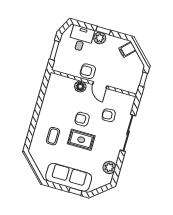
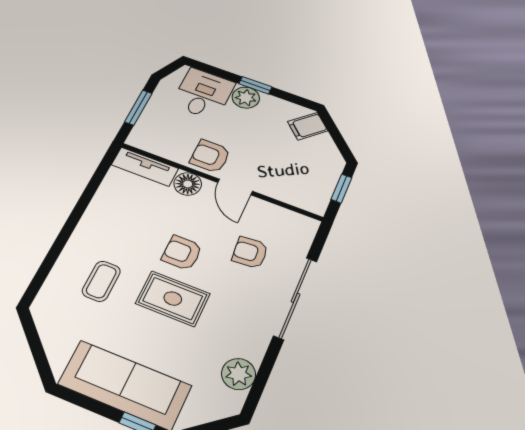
tv unit: (62, 80) -> (145, 167), added

